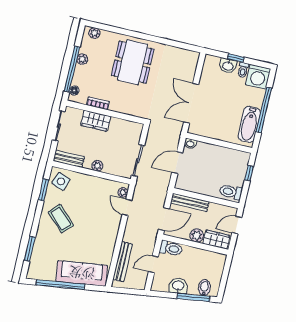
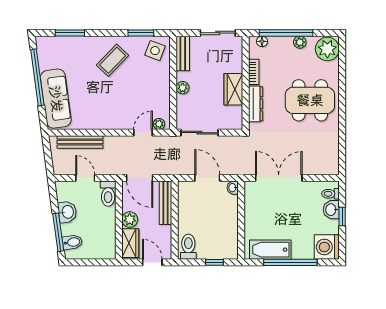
plant: (94, 33) -> (327, 49), width x1.87, depth x1.87
toilet: (243, 70) -> (330, 194), moved
dresser: (125, 108) -> (256, 104), added
wardrobe: (96, 121) -> (233, 89), moved

